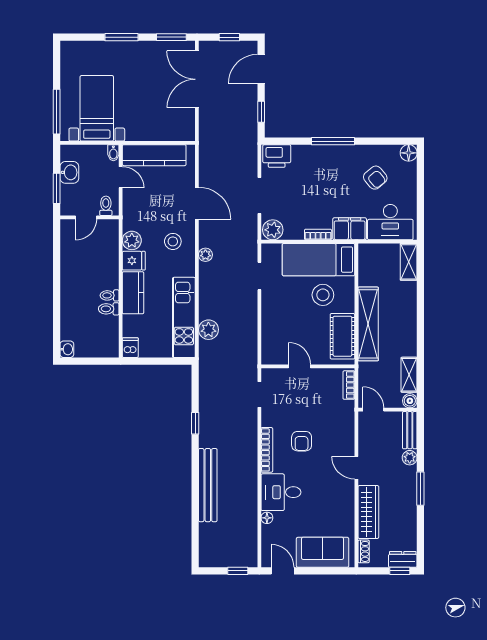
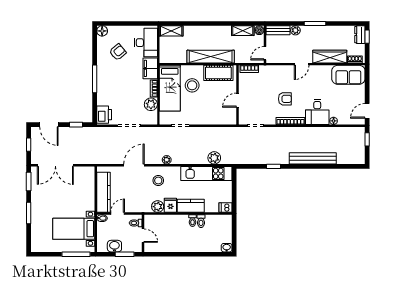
plant: (273, 230) -> (151, 104), moved
sofa: (323, 552) -> (348, 75), moved, turned -90

